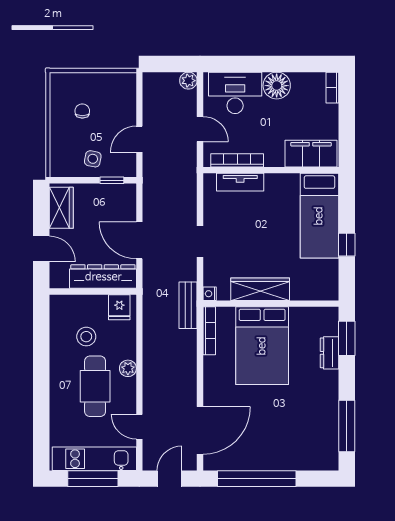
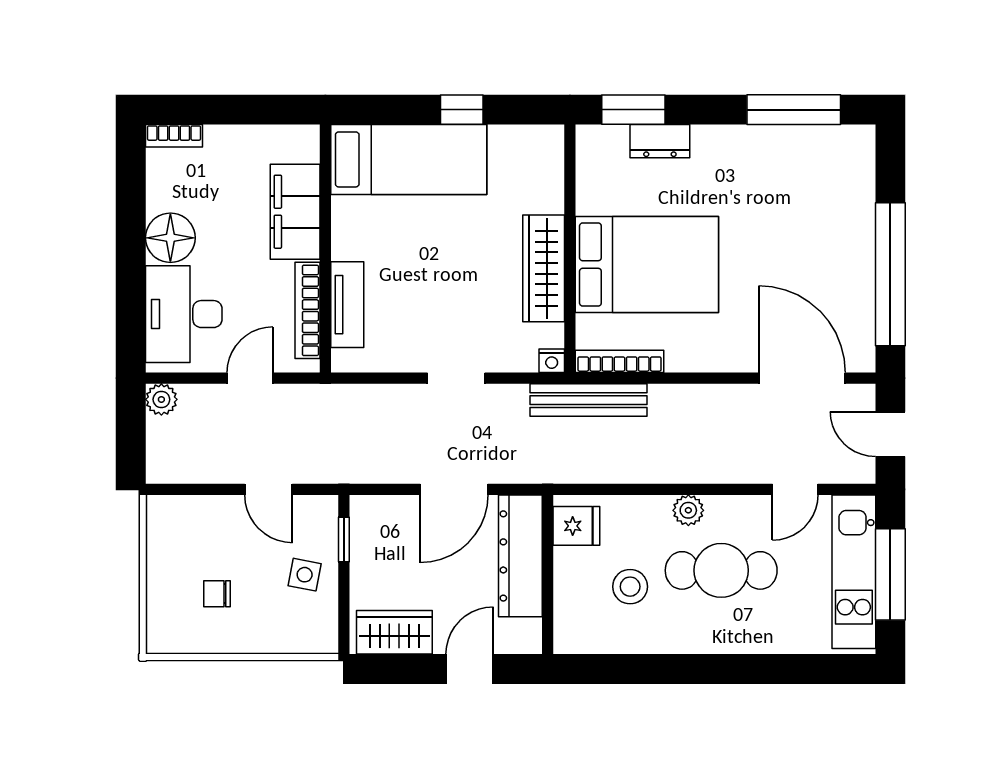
filing cabinet: (311, 154) -> (295, 212), moved
bench: (188, 305) -> (589, 400), width x1.36

